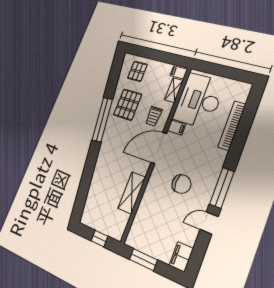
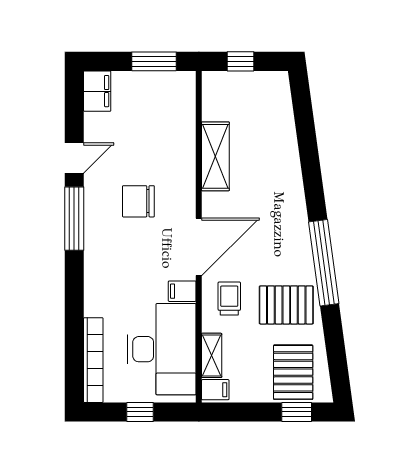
window: (143, 52) -> (297, 412), added
pallet: (137, 71) -> (293, 372), width x1.50, depth x1.42
window: (223, 71) -> (140, 412), added
pallet: (128, 105) -> (286, 305), turned 90
bookcase: (232, 126) -> (93, 360), moved

